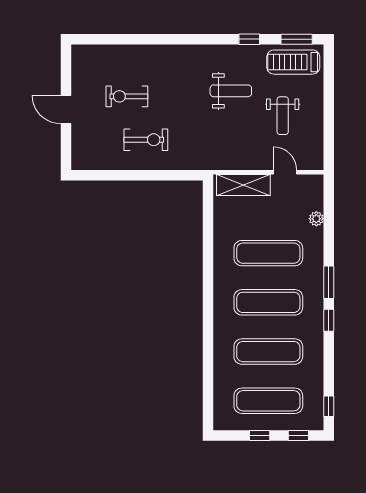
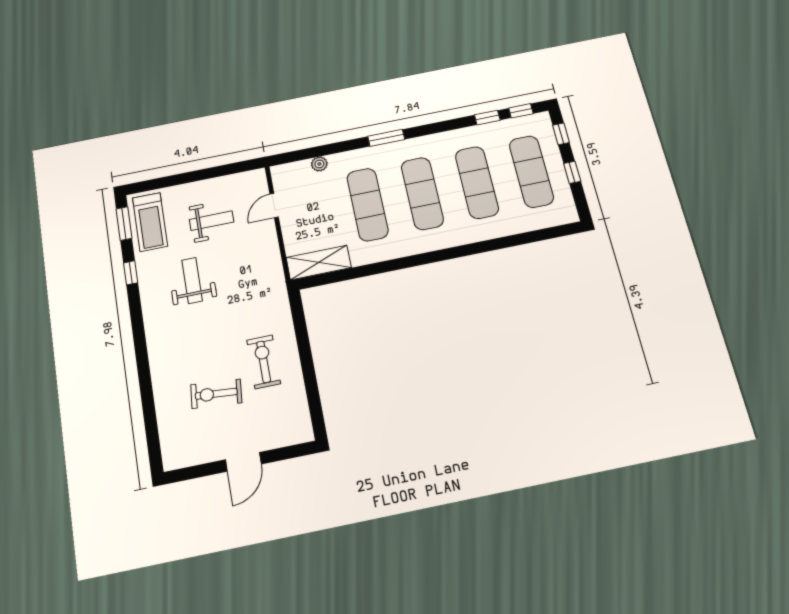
exercise bike: (127, 96) -> (216, 394), turned 95
shelving: (243, 185) -> (319, 263), moved, turned 90
window: (329, 320) -> (487, 118), moved

